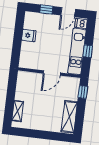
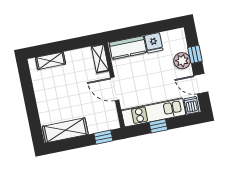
plant: (48, 20) -> (182, 61), added
kitchen counter: (26, 54) -> (128, 48), added
shelving: (27, 76) -> (100, 58), added

